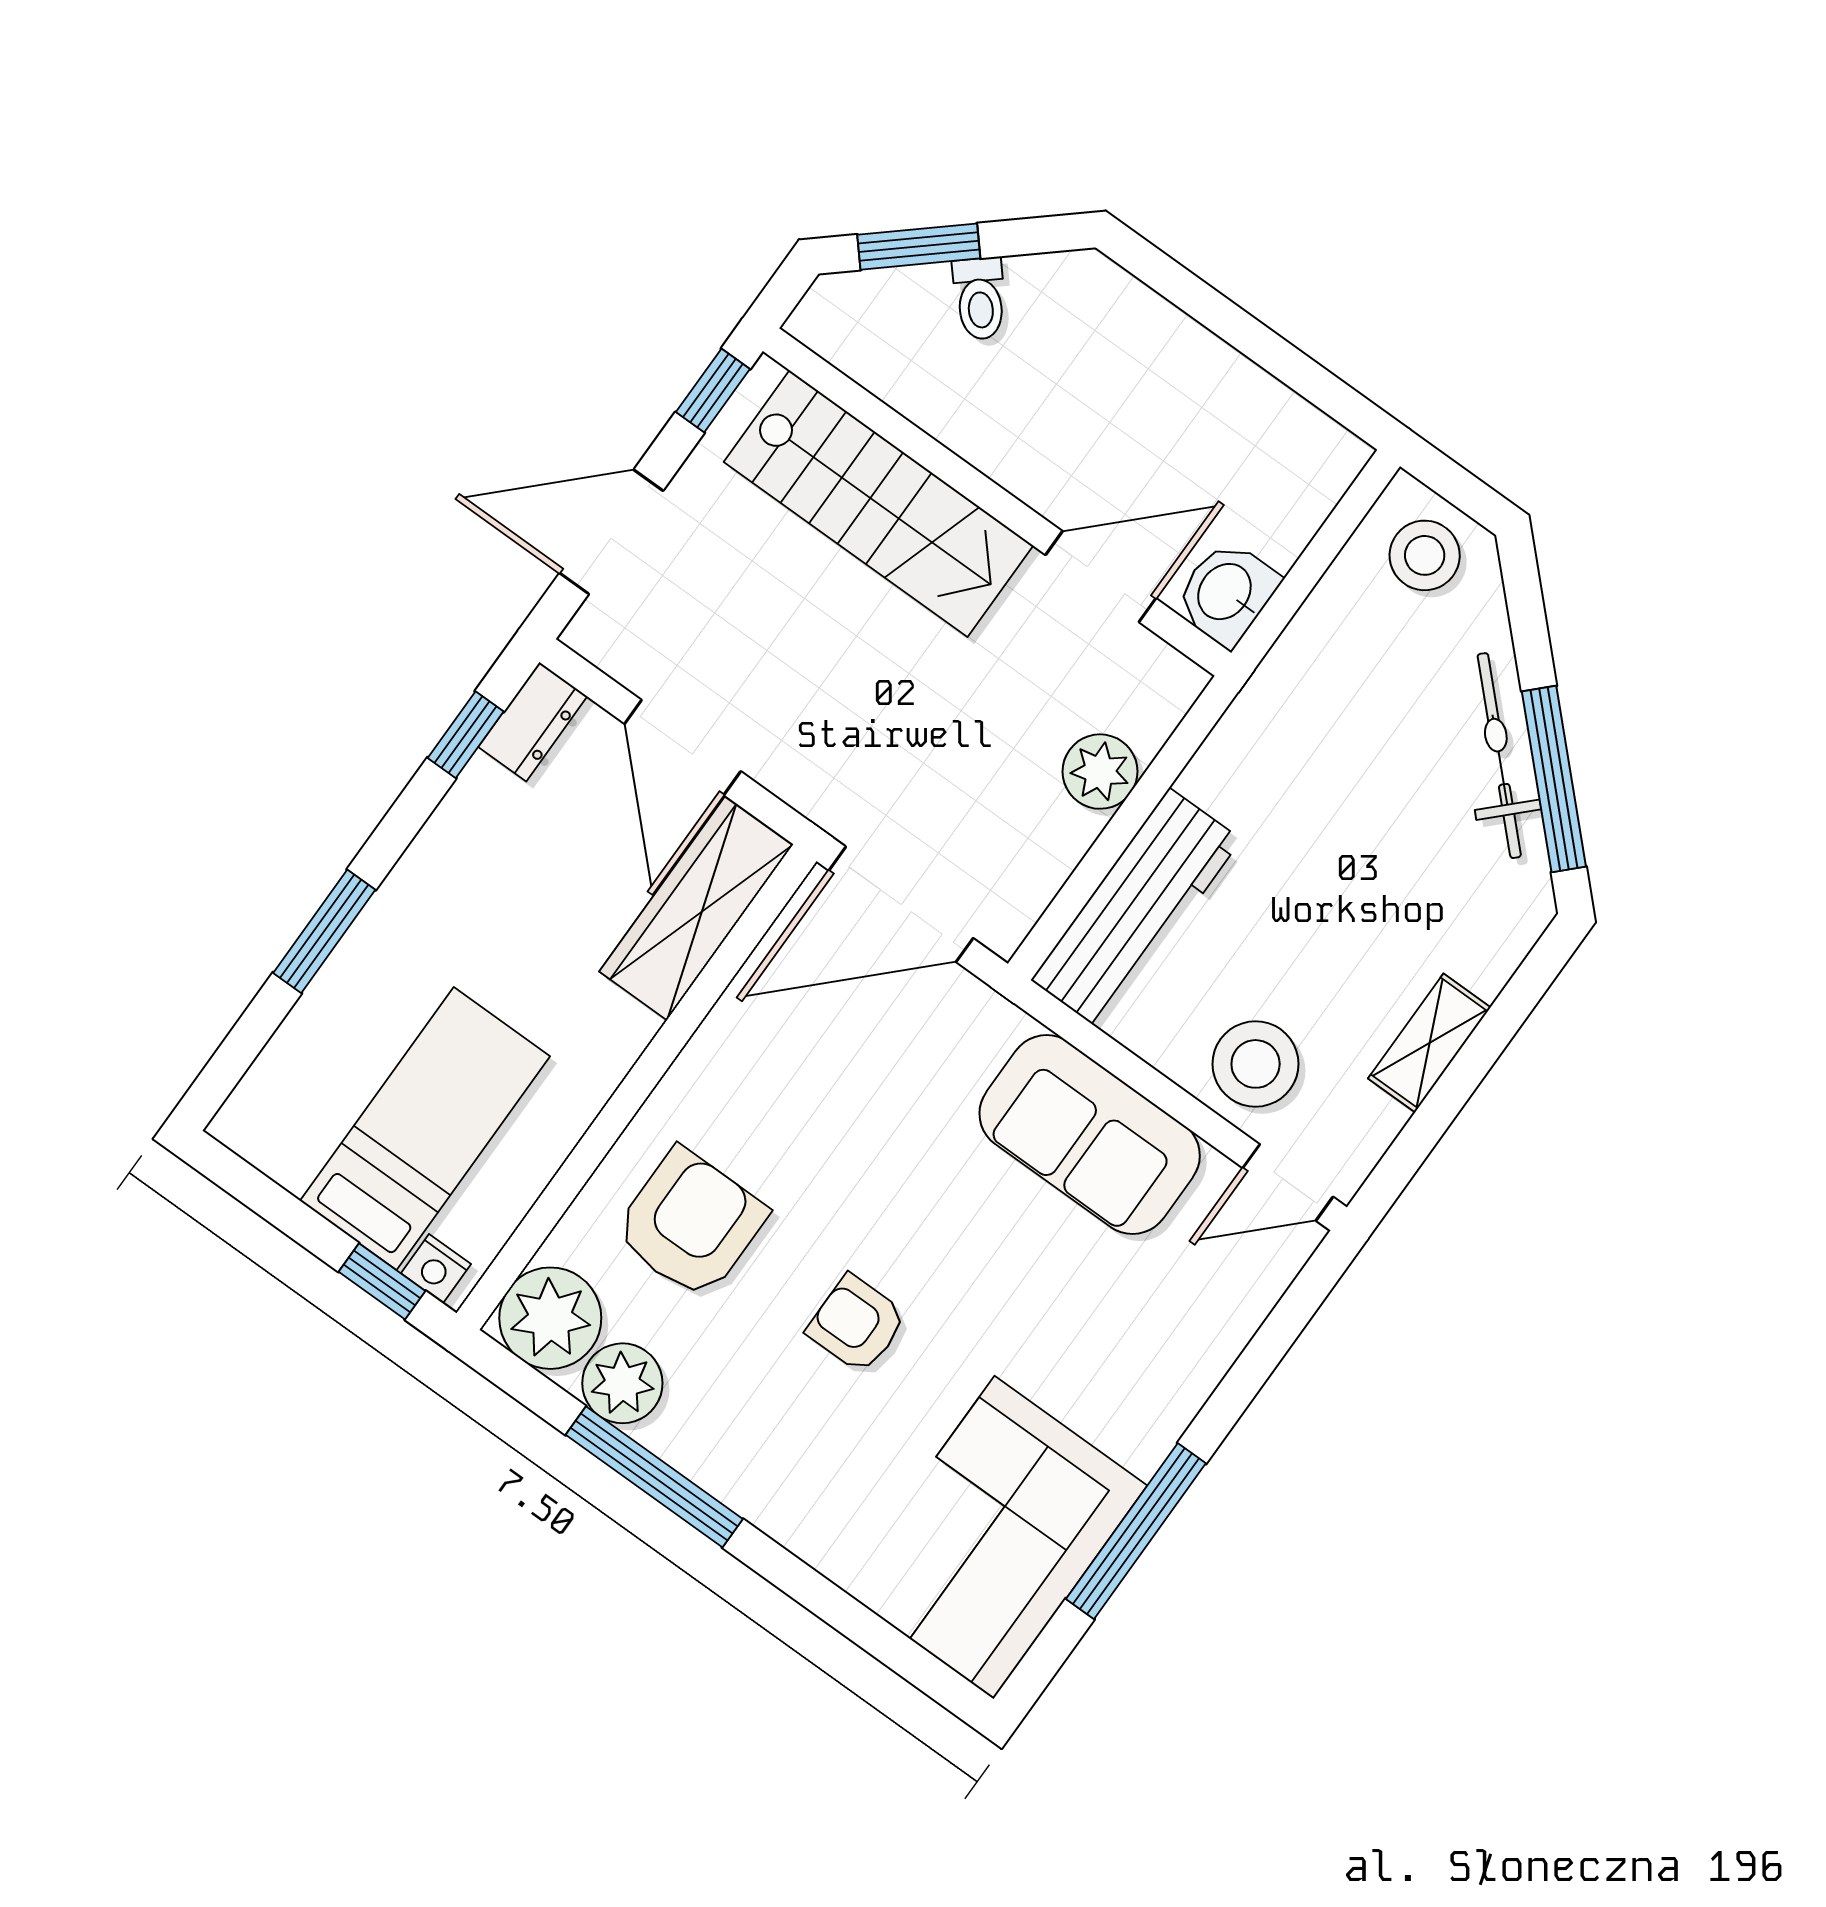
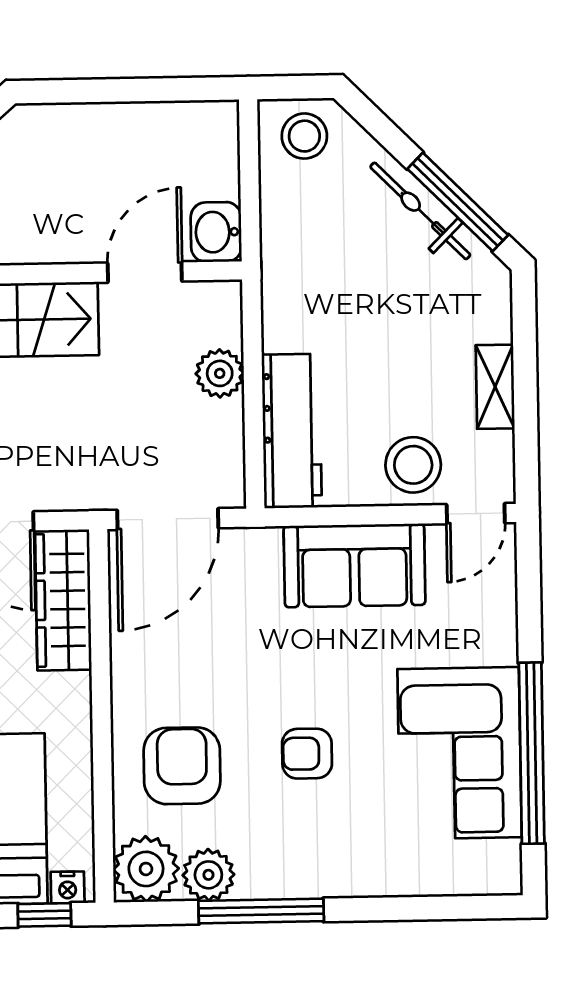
window: (1136, 1531) -> (532, 753), width x1.46
corner sofa: (994, 1537) -> (460, 753), moved

